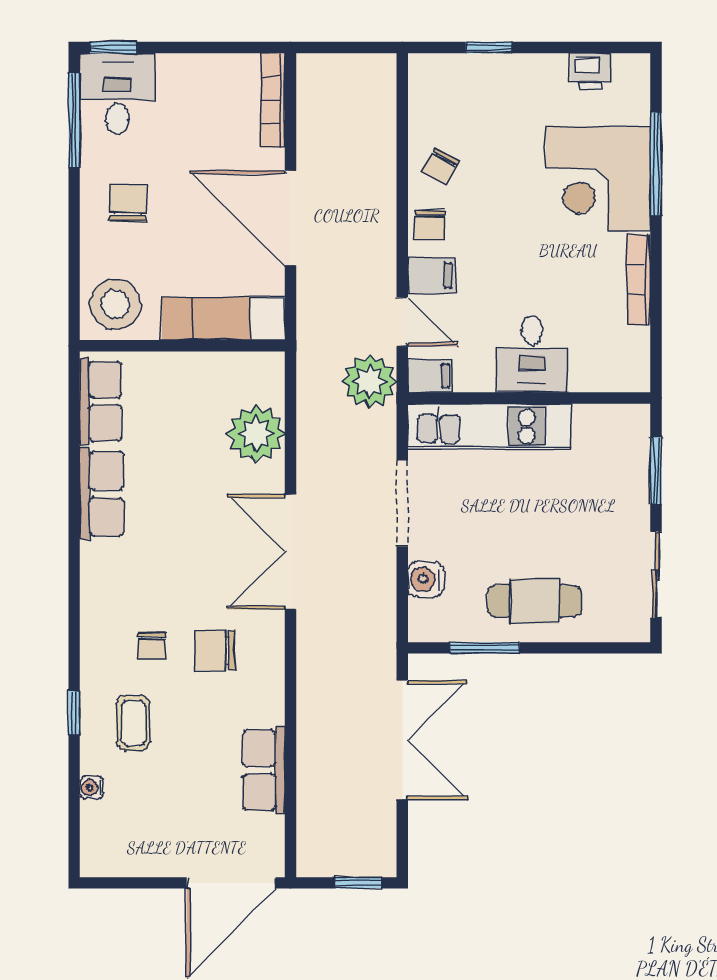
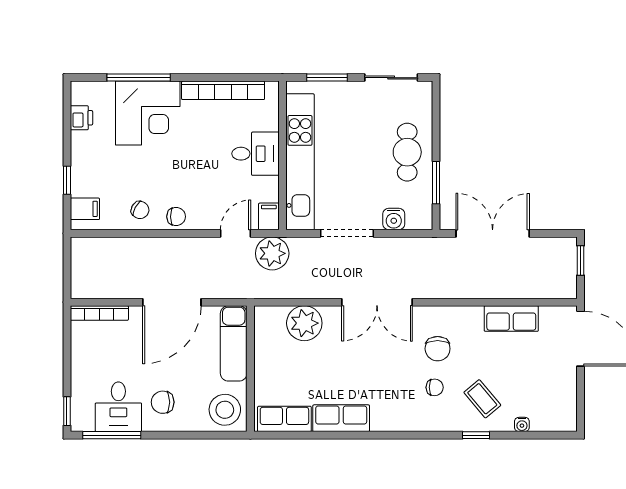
desk: (117, 94) -> (118, 407), moved, turned -90
filing cabinet: (432, 276) -> (85, 209), moved, turned 90
bookcase: (639, 280) -> (223, 90), width x1.48, depth x1.31
kitchen unit: (489, 427) -> (300, 162), width x1.36
coffee table: (133, 723) -> (482, 399), turned 50

